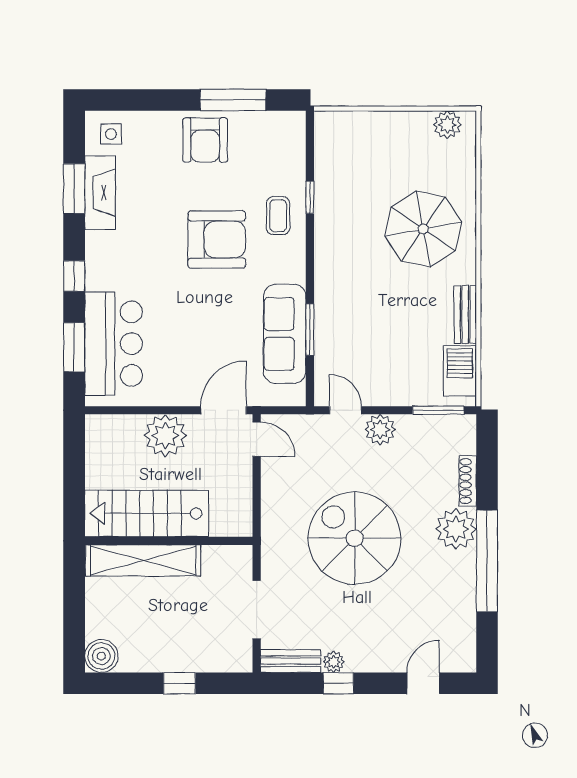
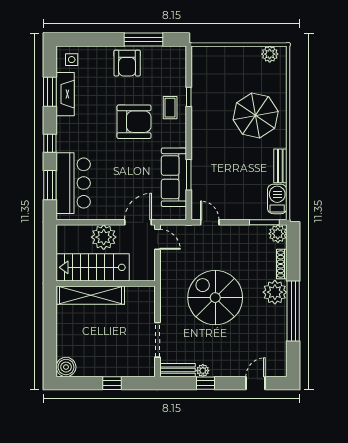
plant: (380, 430) -> (278, 234), moved
stairs: (147, 513) -> (93, 267), moved
wall: (169, 541) -> (106, 283), moved
shelving: (143, 560) -> (91, 295), moved

